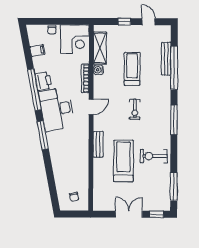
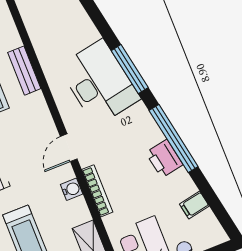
water cooler: (98, 70) -> (72, 189), moved
desk: (57, 109) -> (99, 83), moved
bench: (98, 144) -> (24, 71), moved

